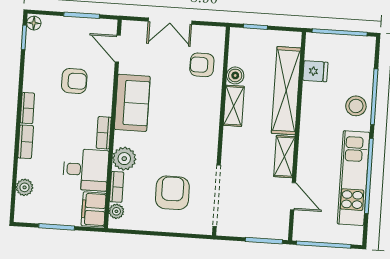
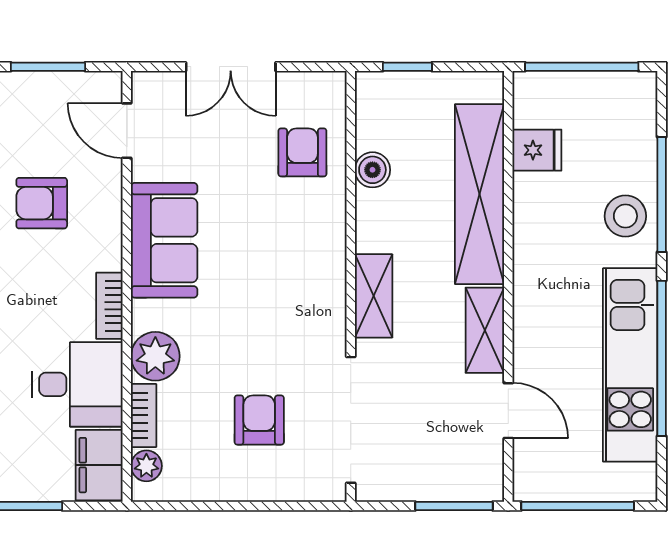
armchair: (202, 65) -> (302, 152), turned 90
armchair: (74, 81) -> (42, 203), turned 180
shelving: (234, 106) -> (374, 296), moved
armchair: (172, 193) -> (259, 420), width x0.72, depth x0.72

